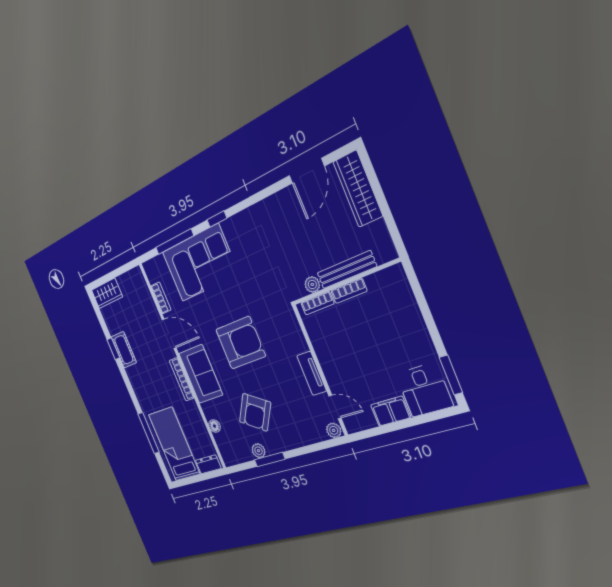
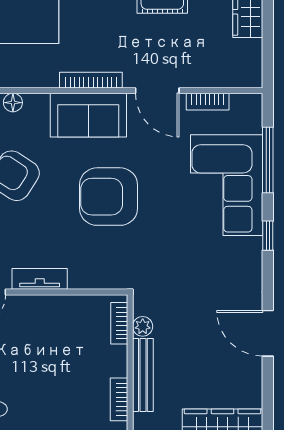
door: (307, 171) -> (268, 333), moved
bookcase: (349, 291) -> (119, 399), moved
door: (169, 334) -> (157, 91), hinge flipped
armchair: (240, 343) -> (109, 197), turned 90

